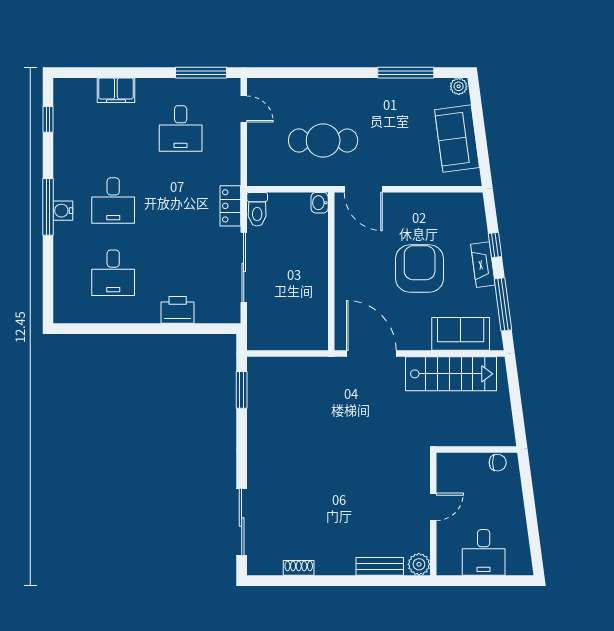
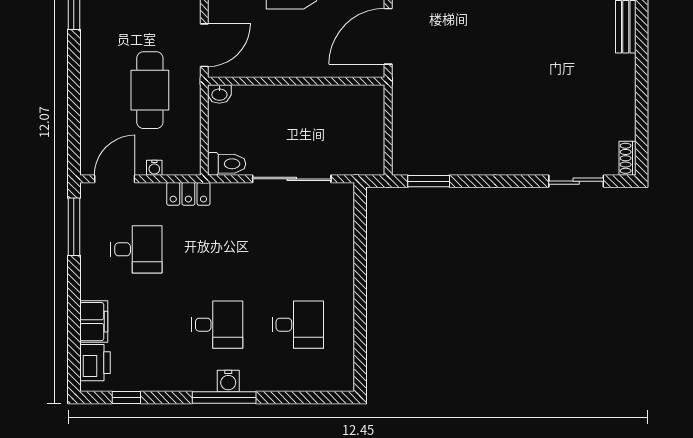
door: (244, 109) -> (115, 179), width x1.37
water cooler: (254, 144) -> (154, 168), added
locker: (230, 206) -> (188, 194), moved
printer: (178, 310) -> (95, 363), moved, turned 180
sliding door: (242, 522) -> (576, 181), width x0.73
shoe rack: (299, 568) -> (628, 158), moved

